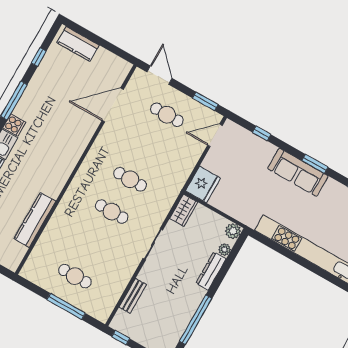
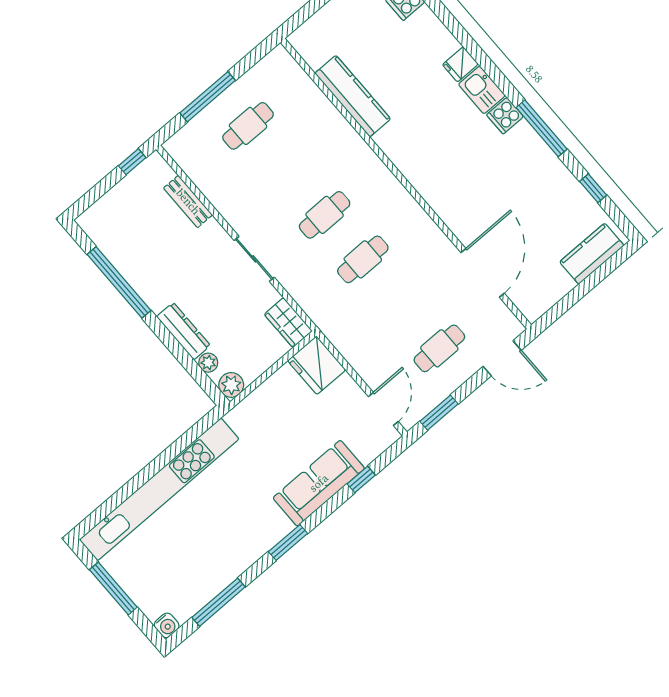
sofa: (298, 172) -> (319, 483), moved

